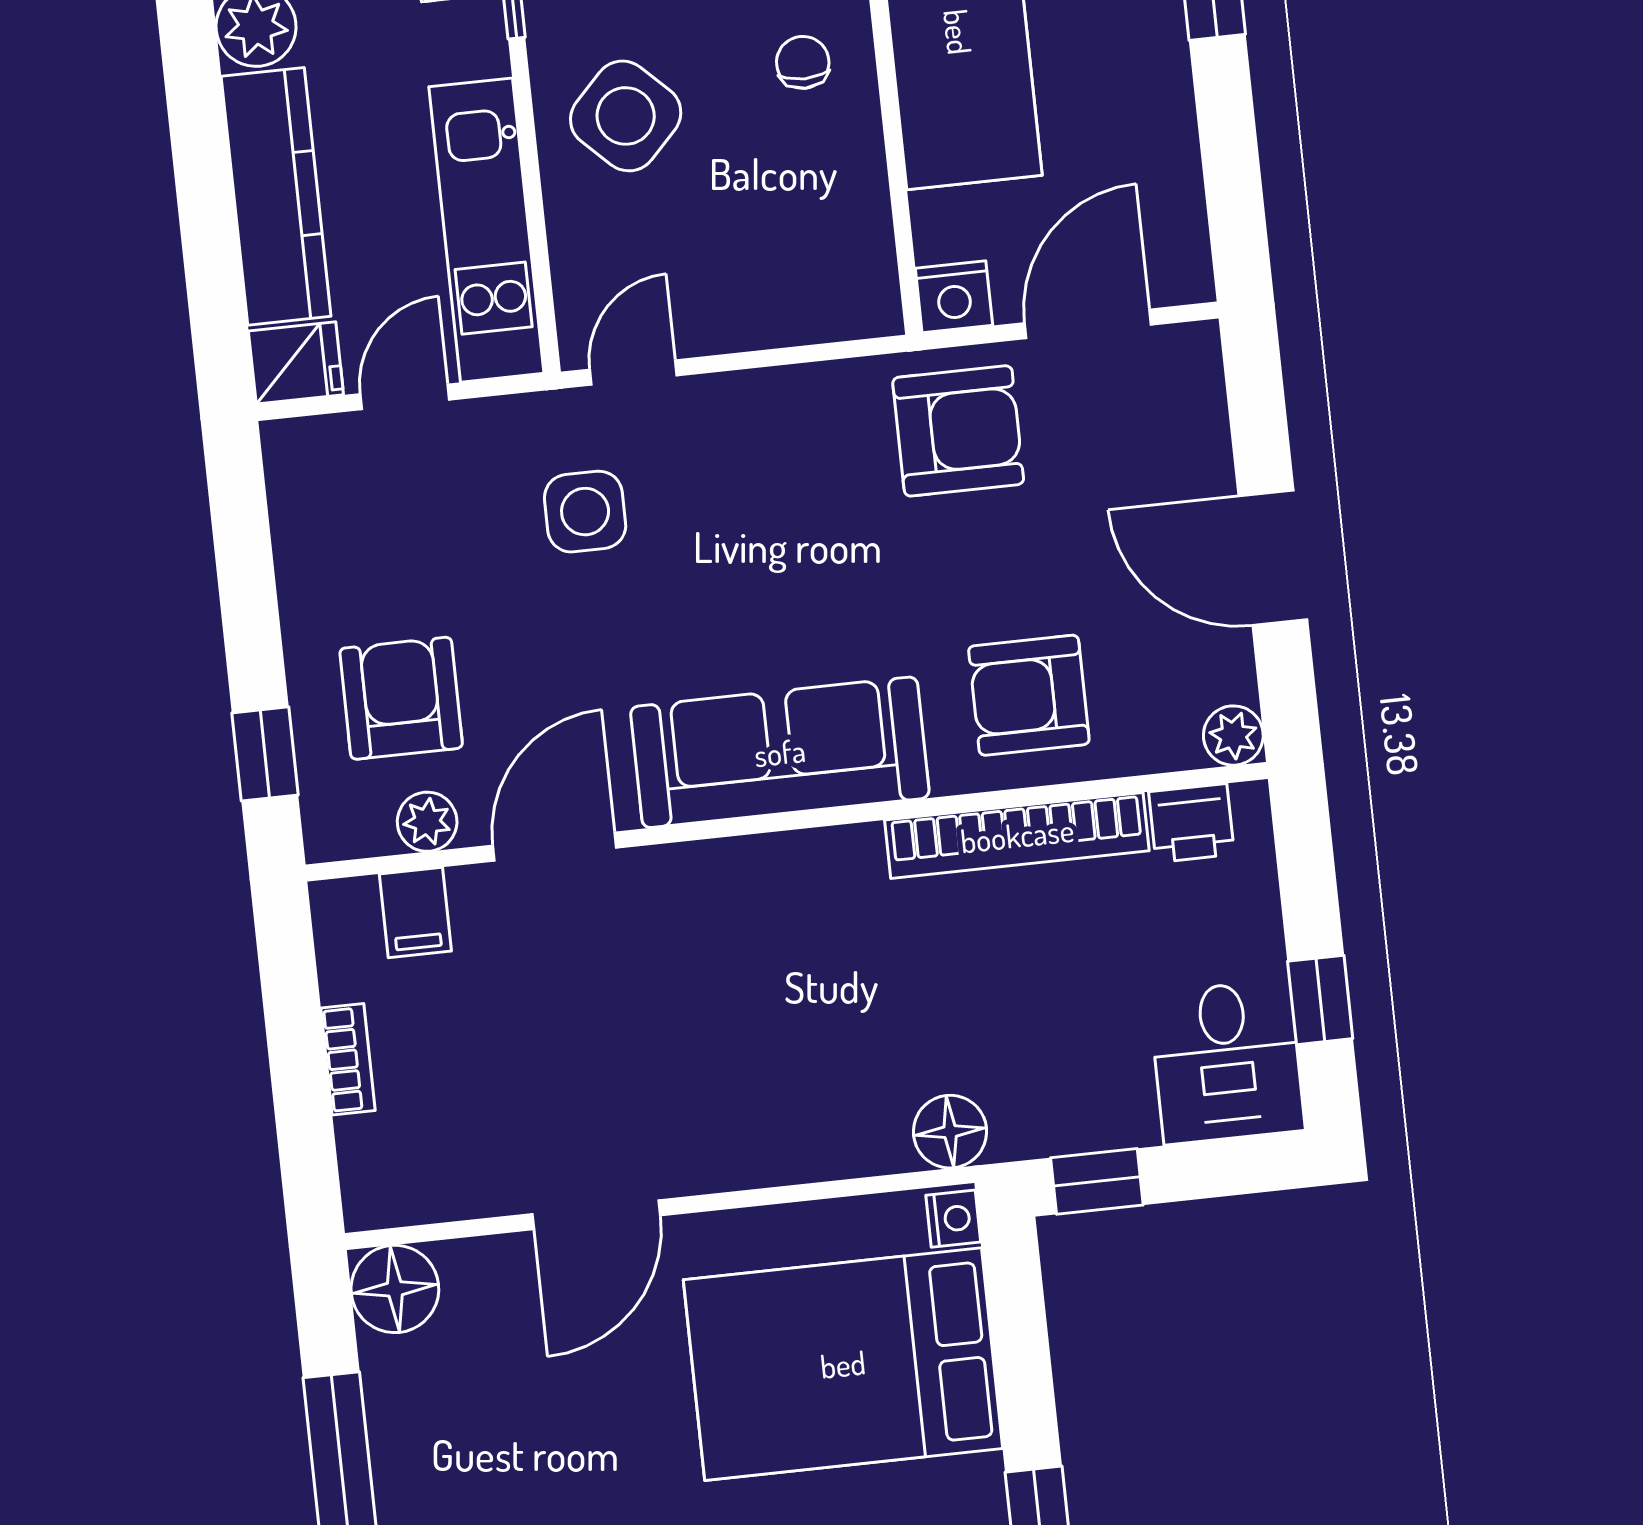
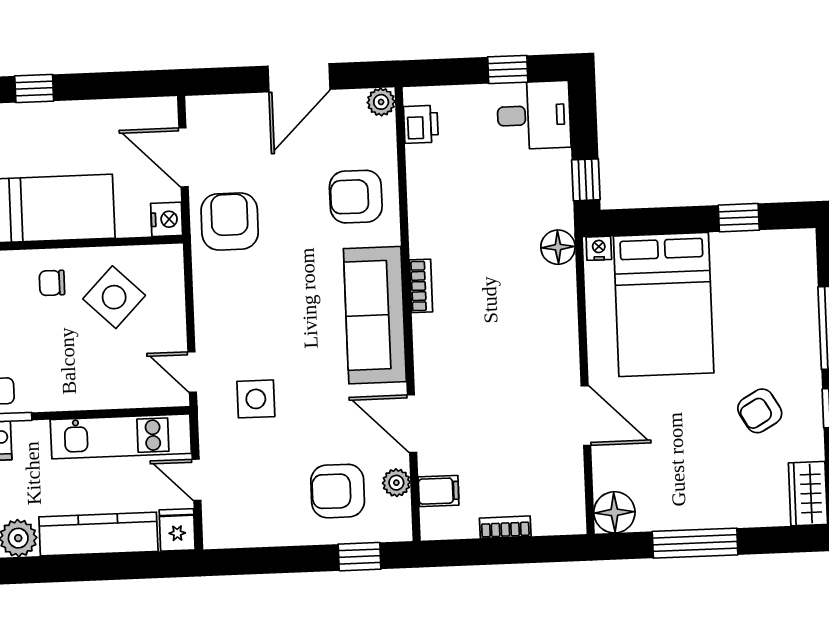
side table: (626, 116) -> (114, 297), moved
armchair: (1029, 695) -> (356, 197), turned 90
bookcase: (1017, 835) -> (421, 286), moved, width x0.43, depth x0.76

